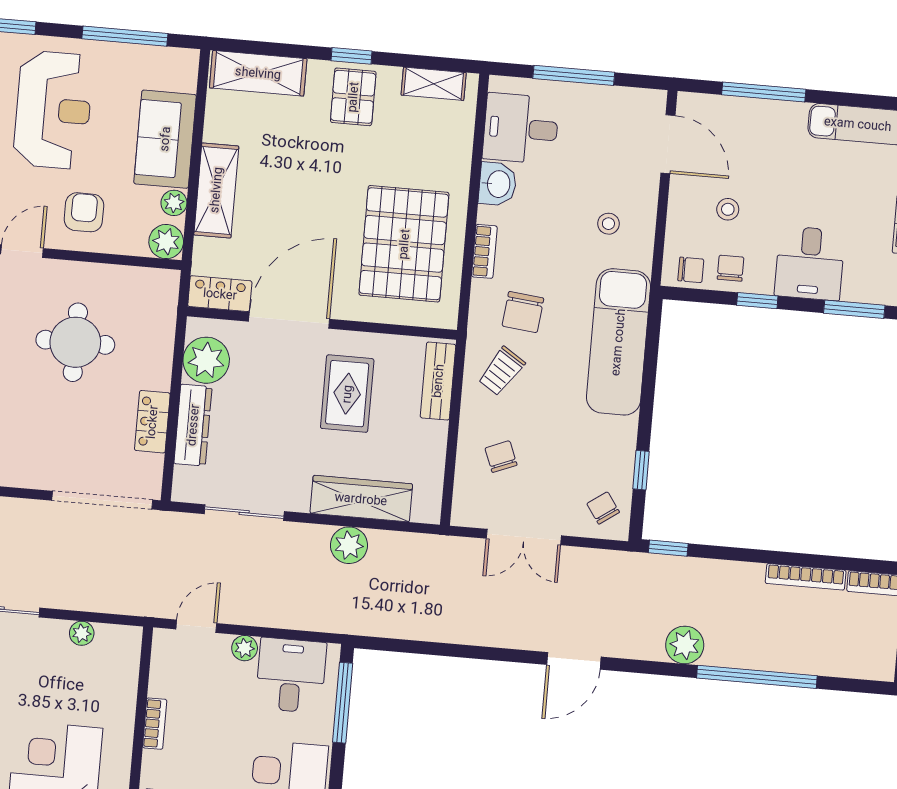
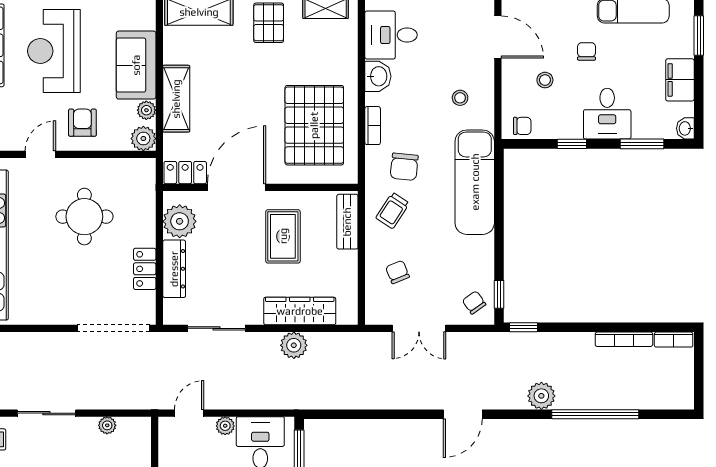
reception desk: (53, 110) -> (54, 51), turned 180
chair: (731, 268) -> (587, 51), moved
window: (641, 470) -> (499, 294), moved

